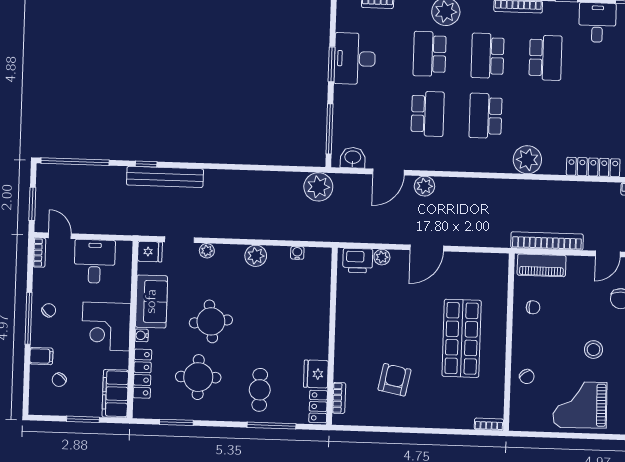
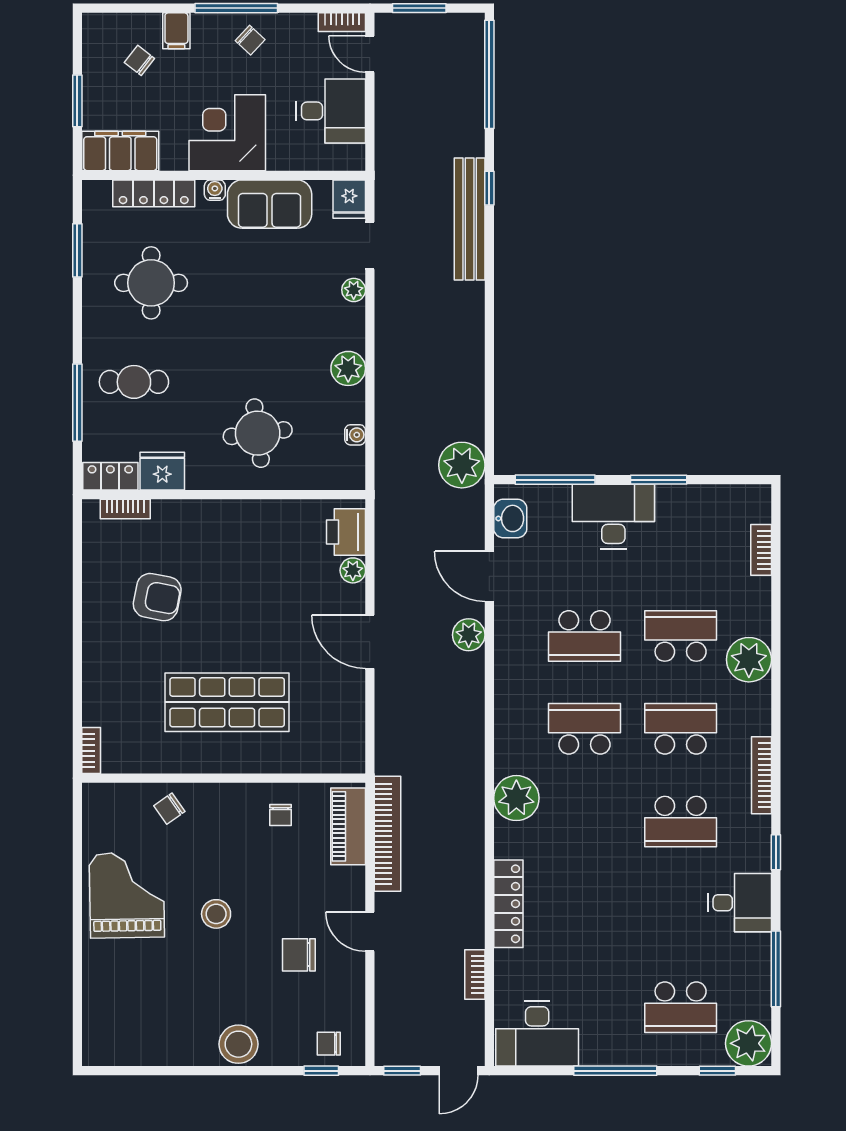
desk: (355, 59) -> (613, 516), moved
door: (60, 236) -> (370, 54), swing flipped
round table: (211, 321) -> (258, 433), moved

